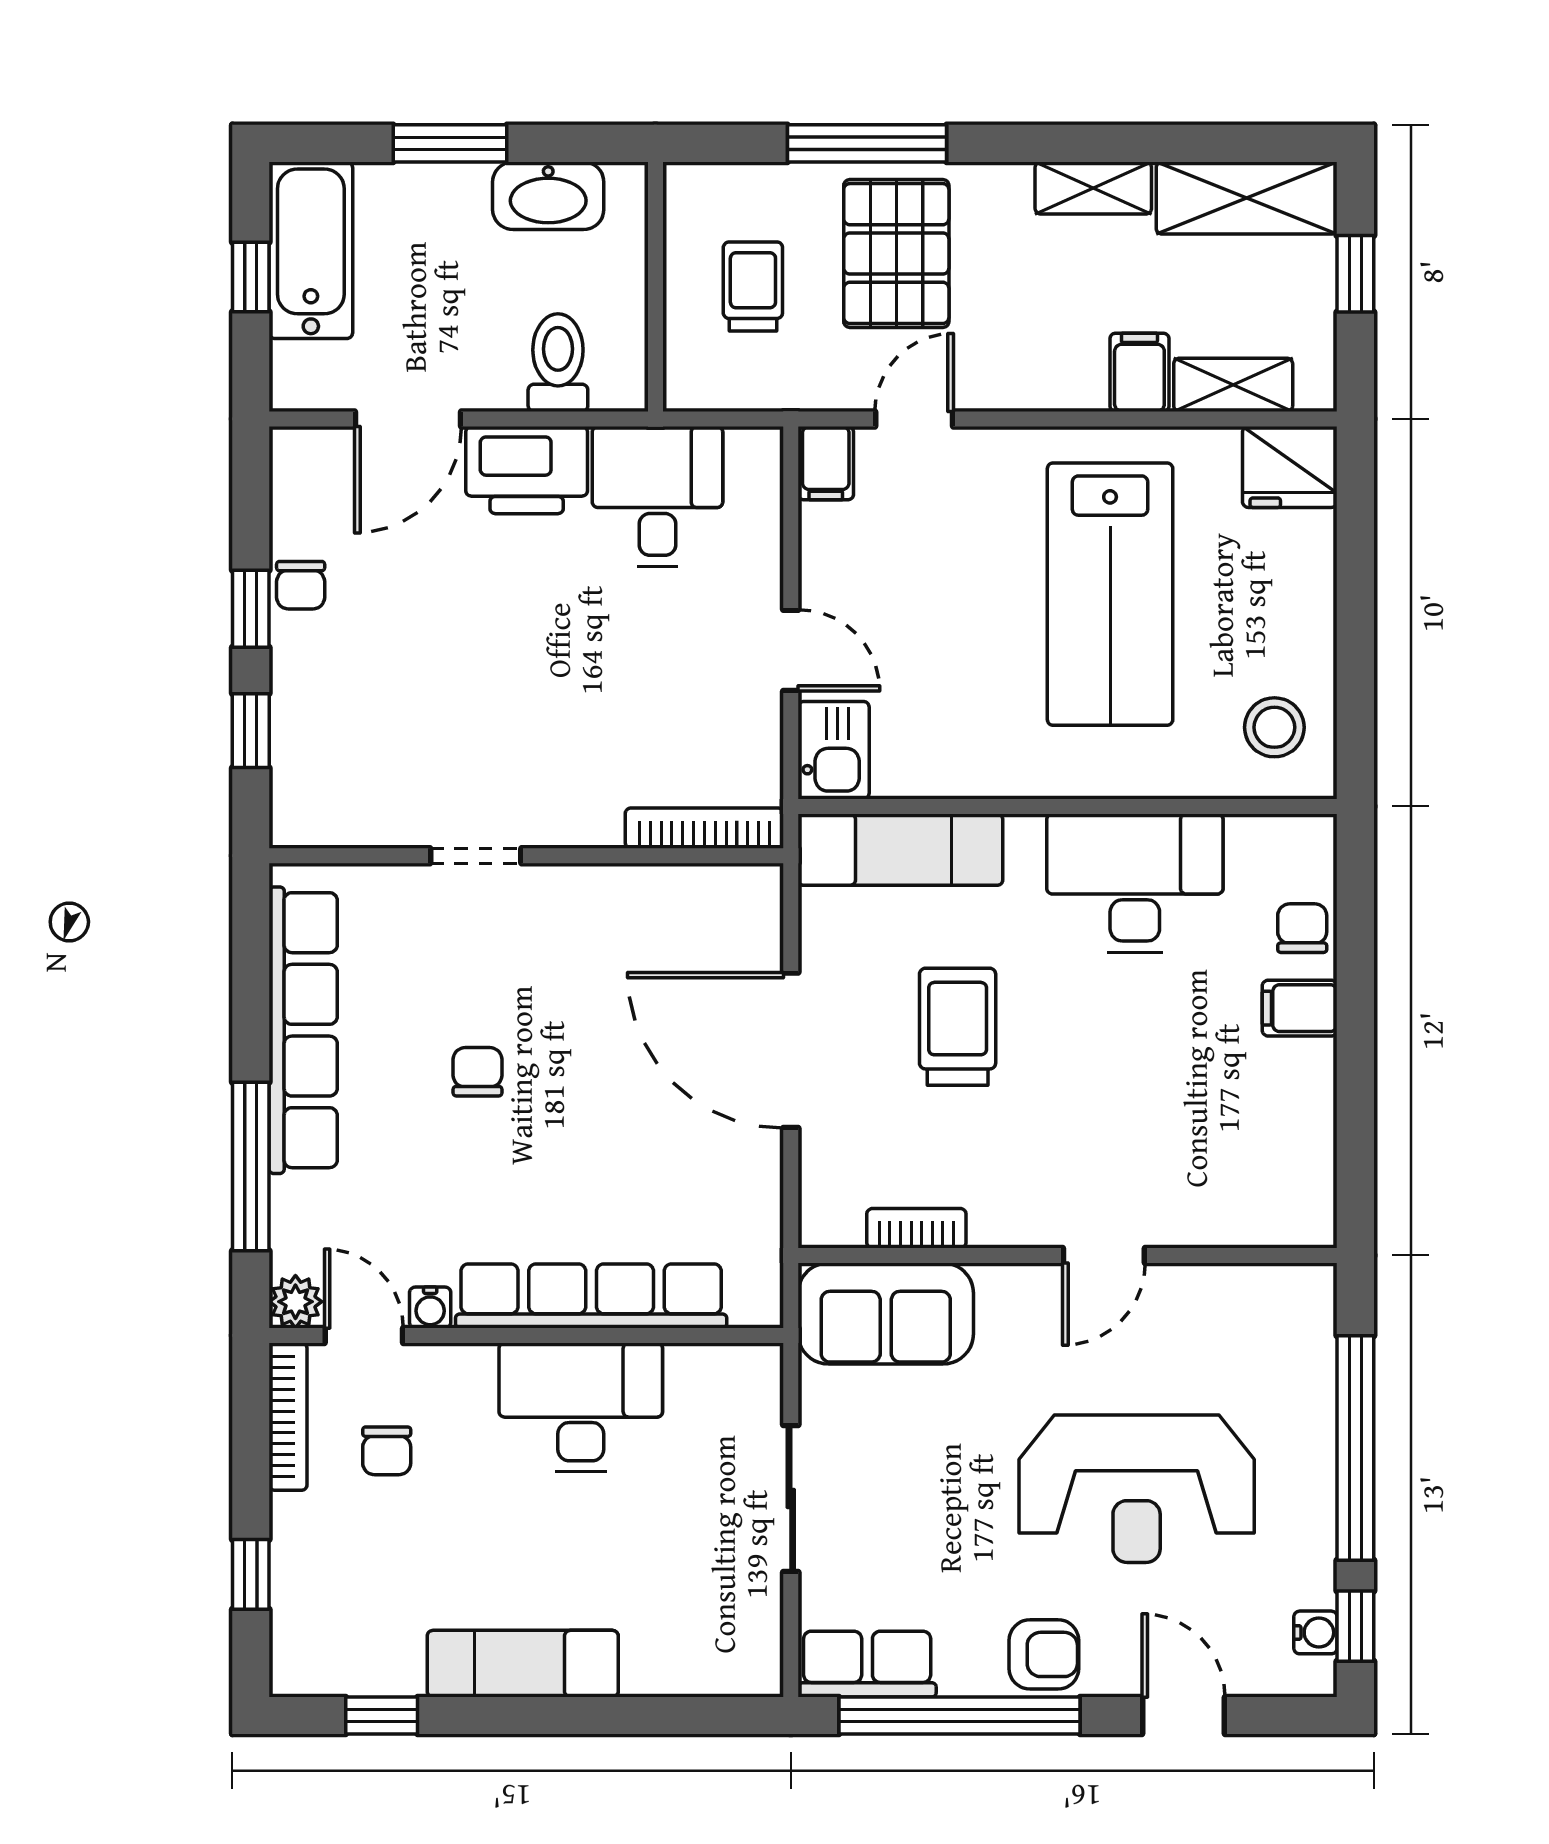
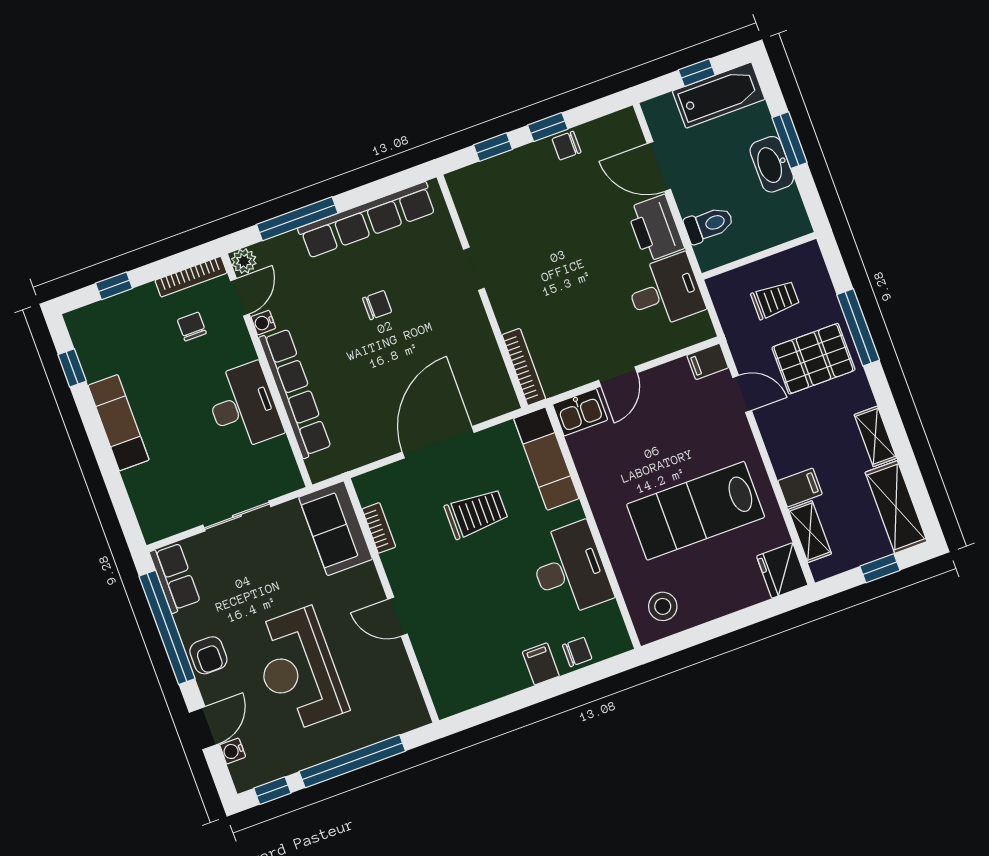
washbasin: (548, 196) -> (772, 164), moved
chair: (387, 1451) -> (192, 327), turned 90
water cooler: (1315, 1632) -> (233, 751), moved, turned 90

